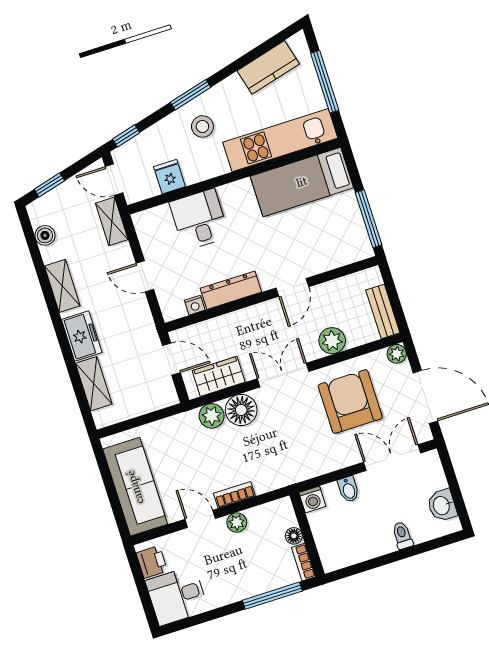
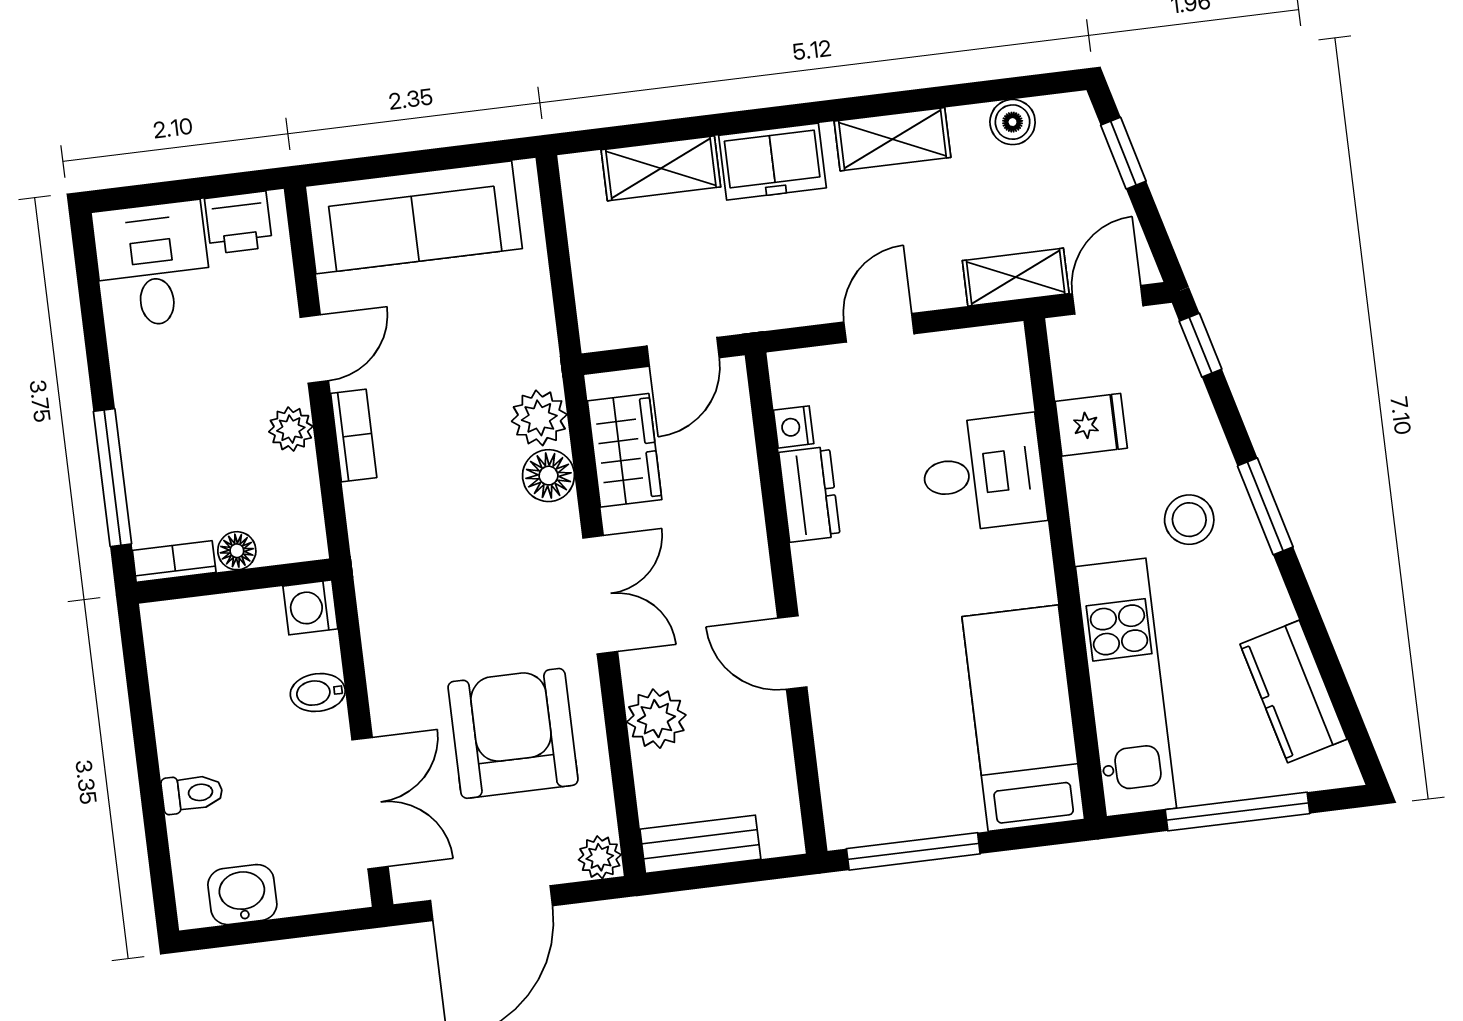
dresser: (231, 290) -> (809, 494), width x0.70
armchair: (350, 402) -> (513, 733), turned -90
floor lamp: (241, 410) -> (548, 476), width x0.73, depth x0.73

